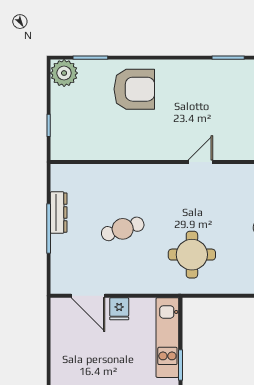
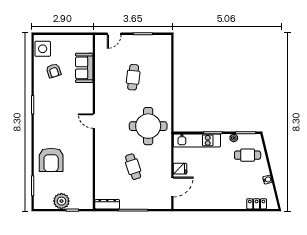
plant: (64, 73) -> (61, 201), moved
armchair: (134, 89) -> (51, 160), turned 180
dresser: (59, 213) -> (107, 204), moved
round table: (192, 255) -> (148, 126), width x1.36, depth x1.36

